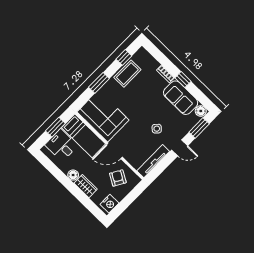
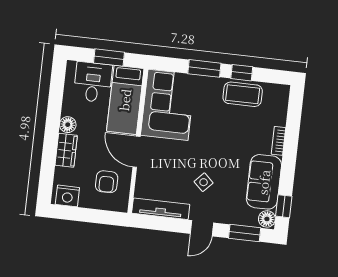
window: (124, 57) -> (242, 73), moved
window: (183, 80) -> (284, 206), moved
door: (180, 148) -> (202, 228), hinge flipped
armchair: (118, 178) -> (107, 182), turned 150

